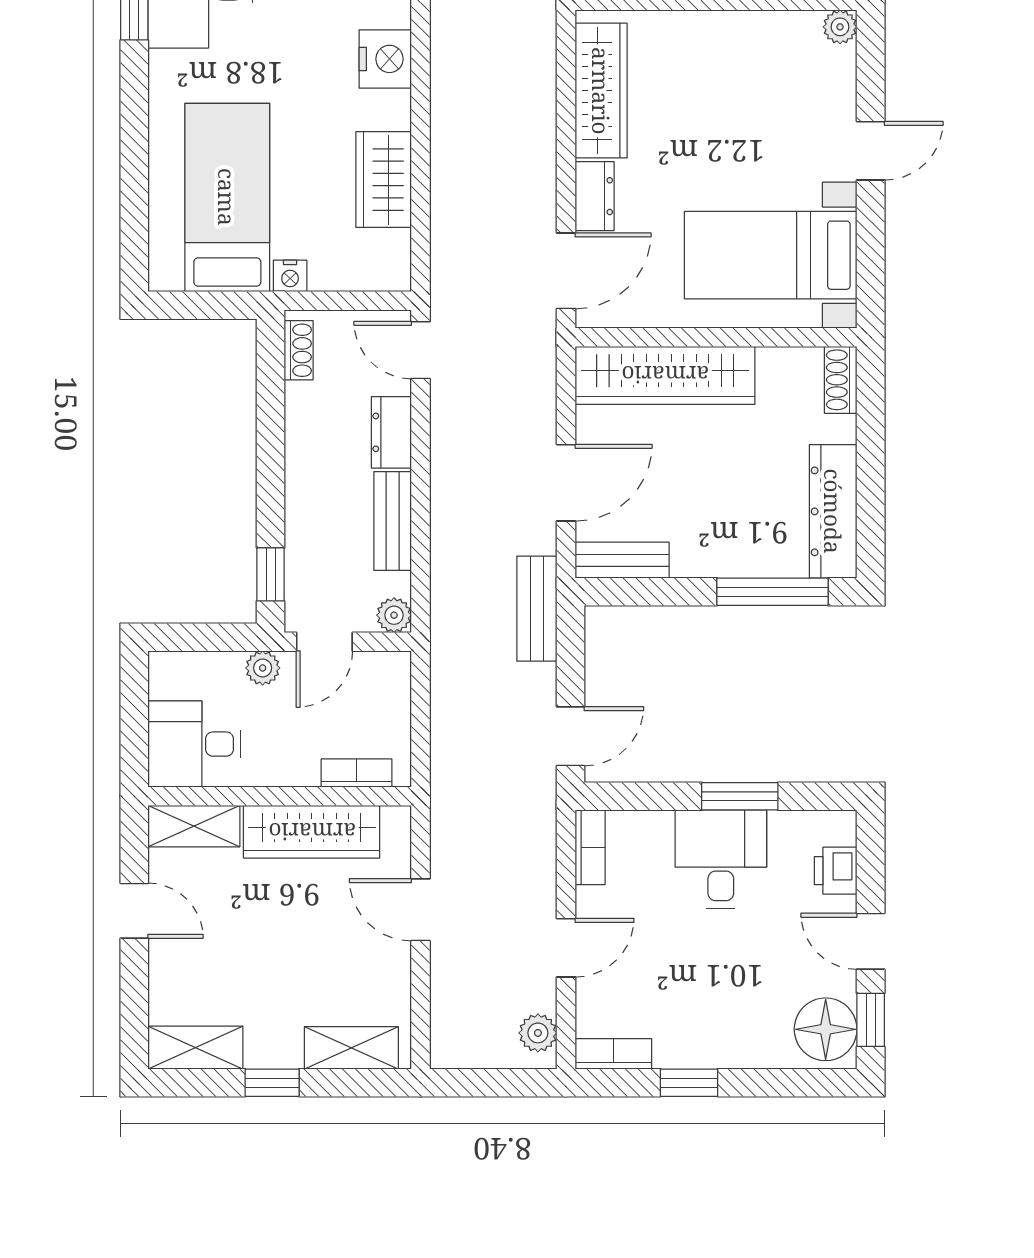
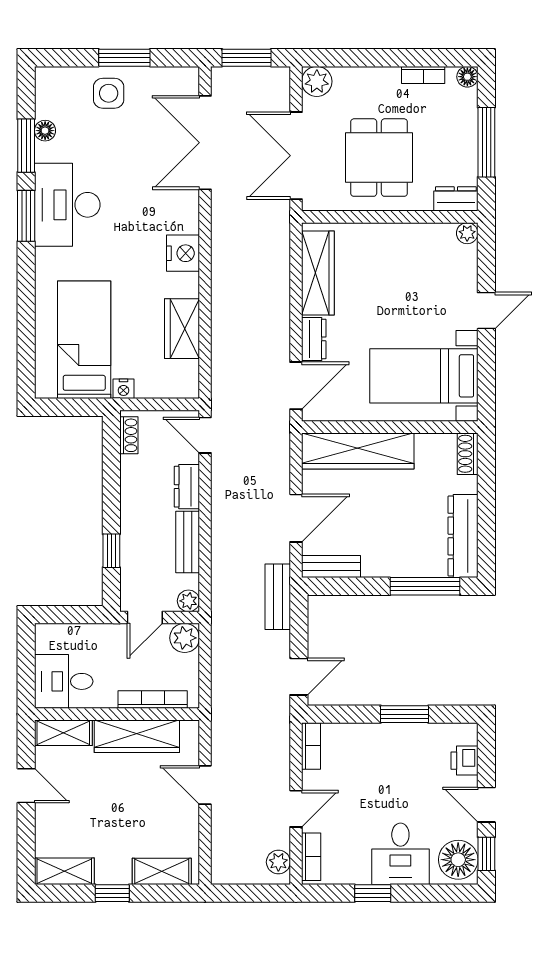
window: (271, 574) -> (111, 551), moved
plant: (263, 668) -> (185, 638), moved, width x1.38, depth x1.38
bookcase: (357, 773) -> (153, 700), width x1.56
desk: (721, 859) -> (400, 854), moved, turned 180
bookcase: (613, 1054) -> (311, 857), moved, turned 90

